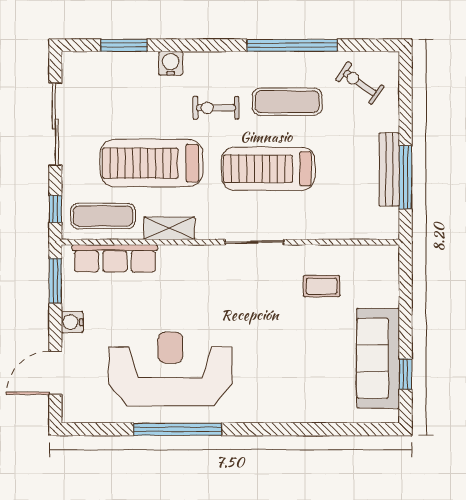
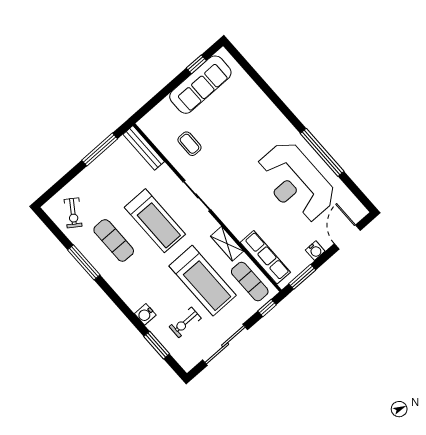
window: (292, 45) -> (84, 262), width x0.68
exercise bike: (216, 108) -> (185, 322), moved, turned 90
bench: (389, 170) -> (144, 148), moved, turned 90
door: (55, 373) -> (347, 237), swing flipped

